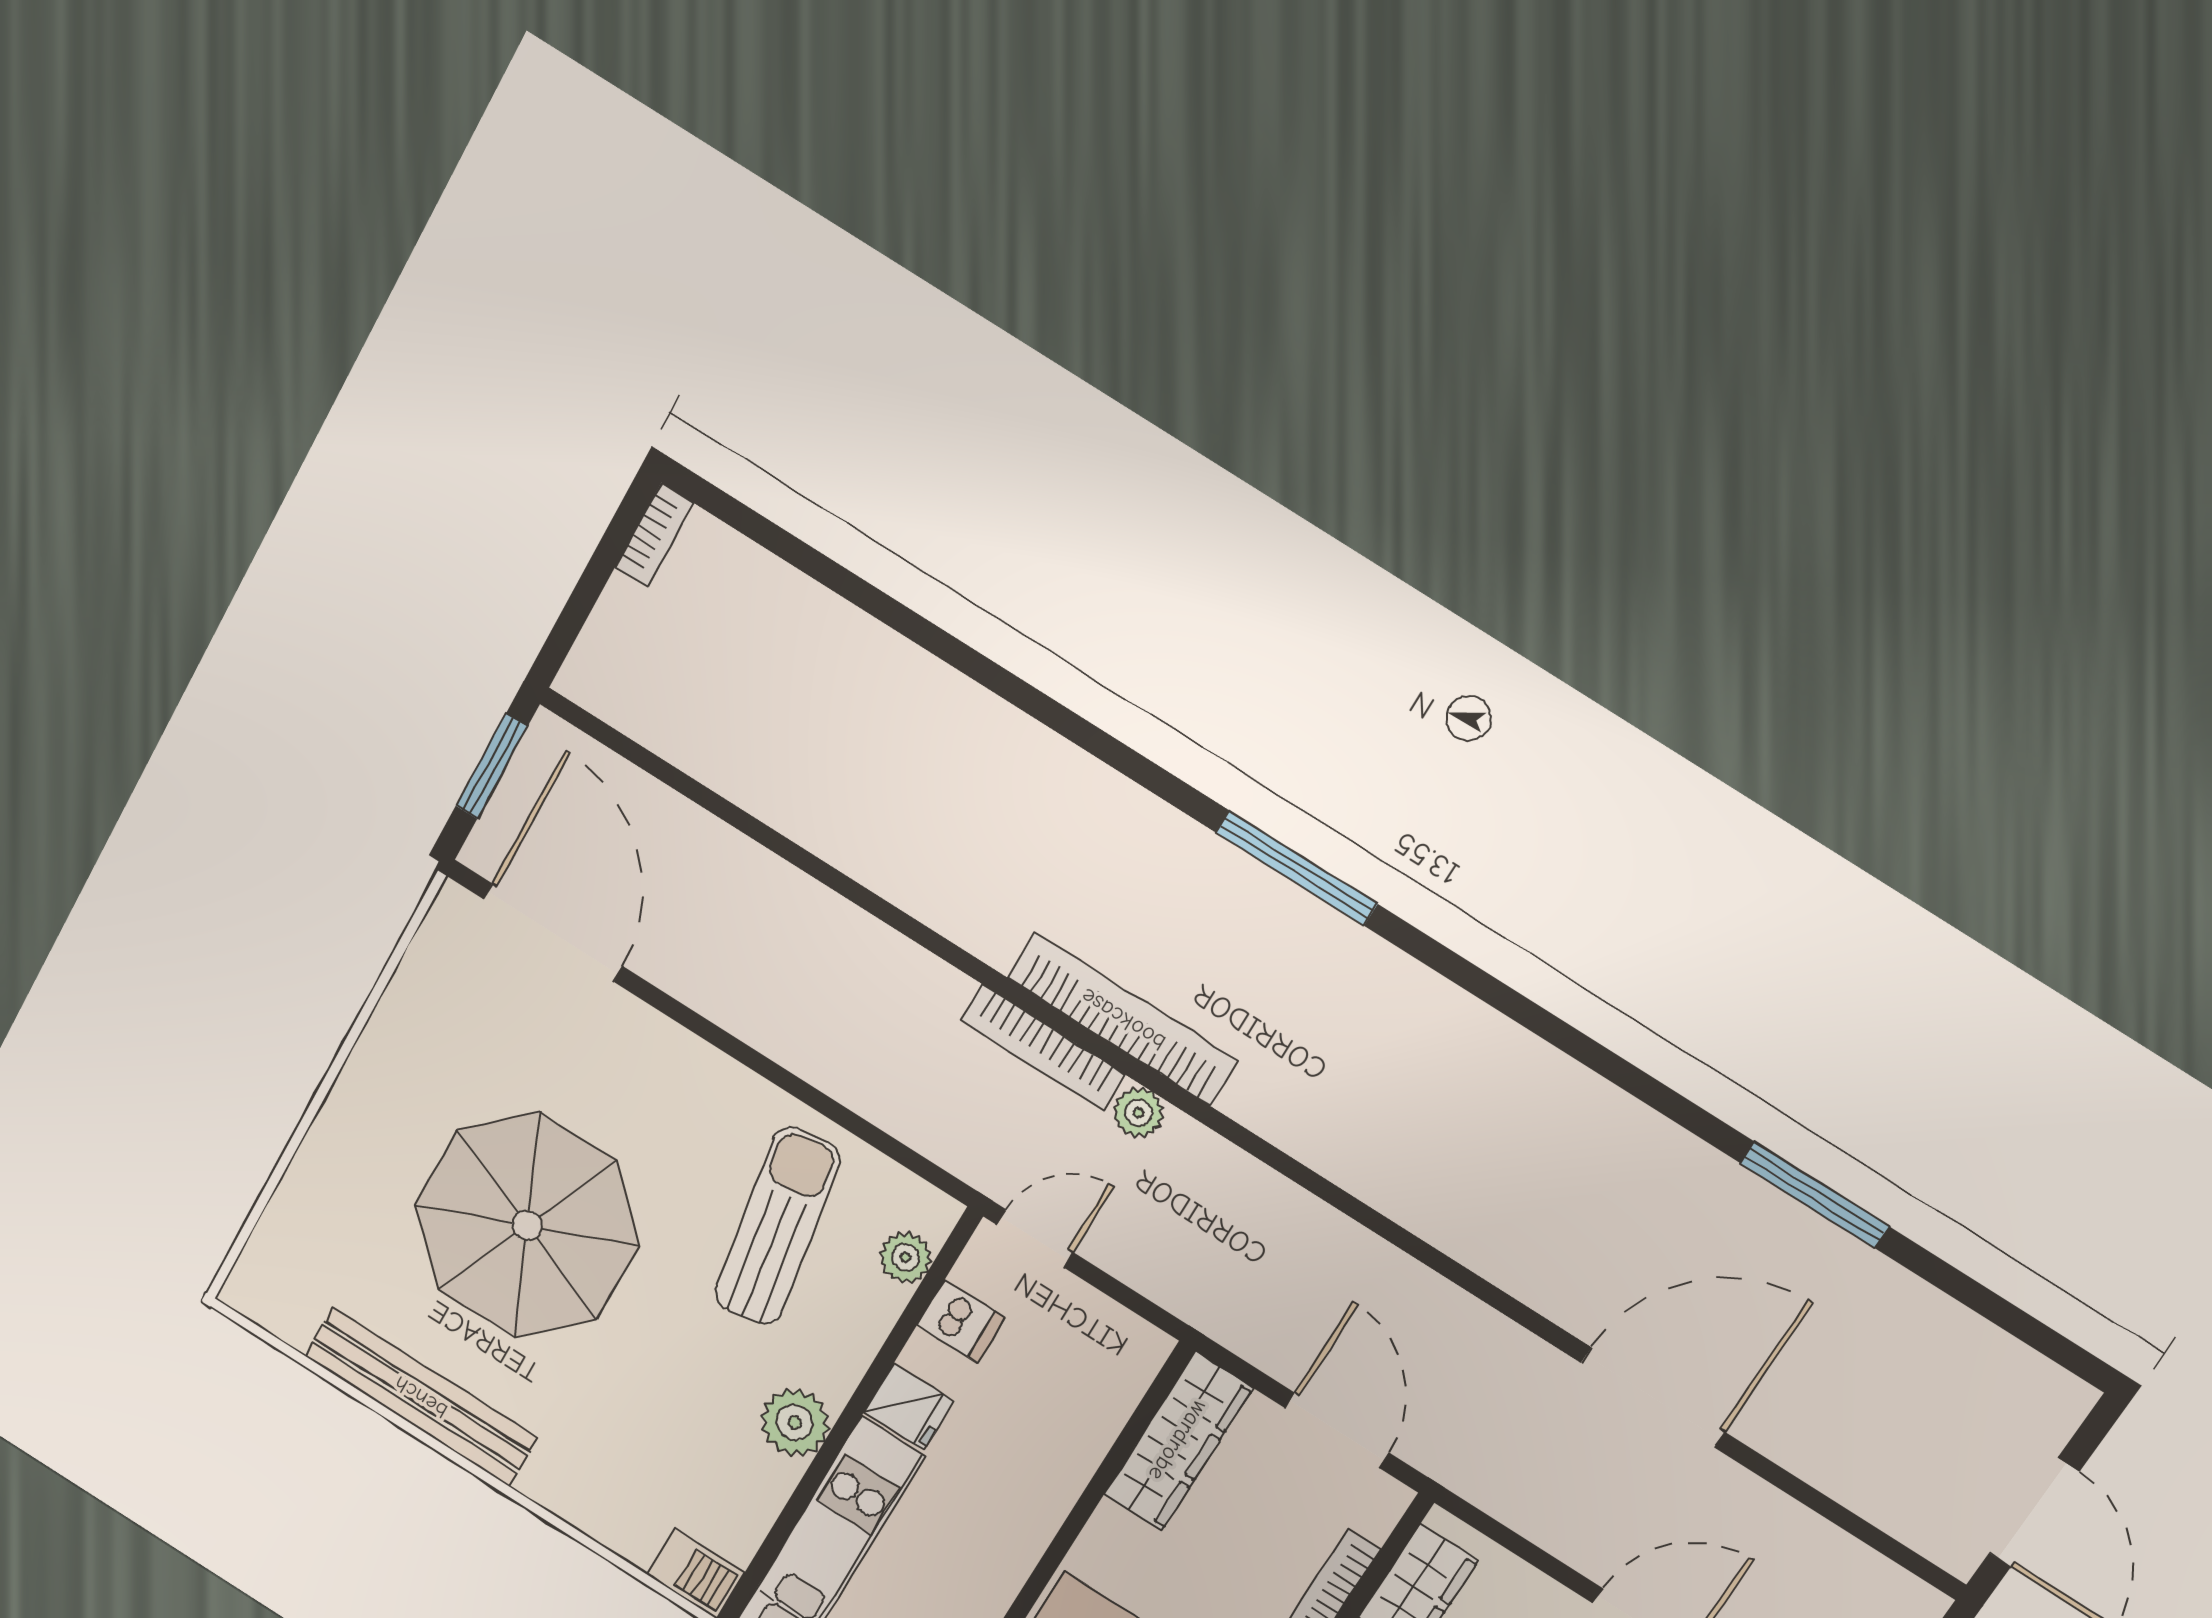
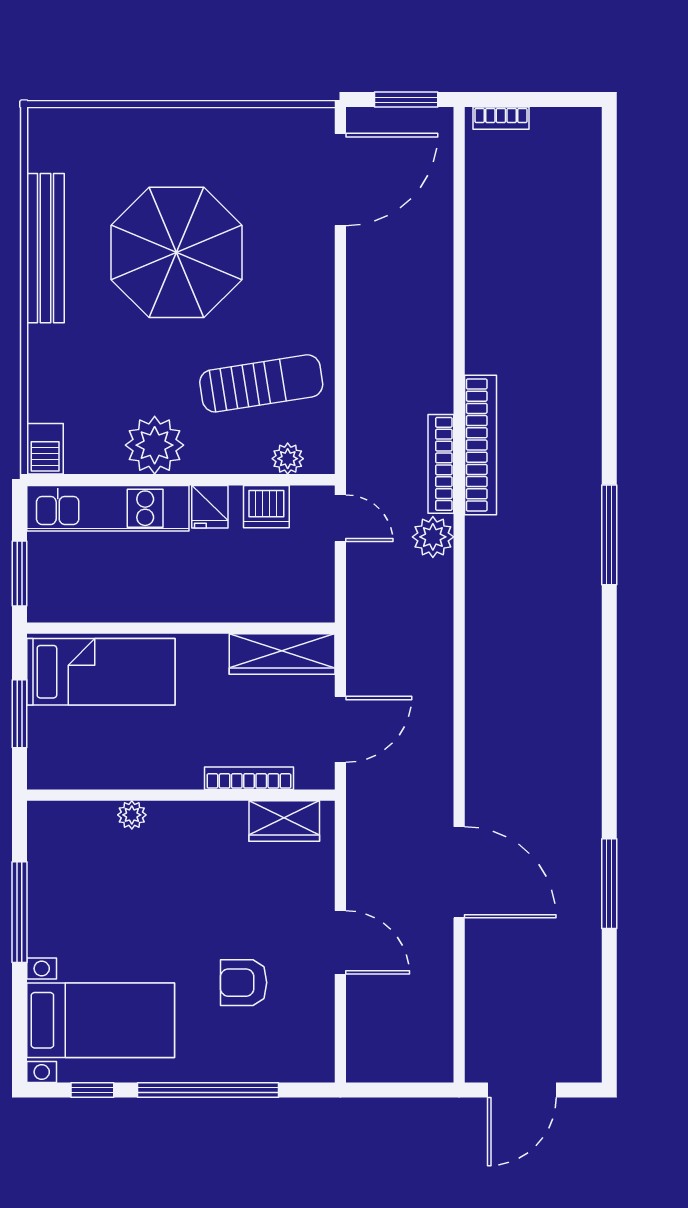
bookcase: (654, 535) -> (501, 118), moved
bookcase: (1123, 1019) -> (481, 445), moved
plant: (1139, 1113) -> (433, 537), width x1.38, depth x1.38
dishwasher: (961, 1321) -> (266, 507), width x1.38
plant: (795, 1422) -> (155, 445), width x1.36, depth x1.36

